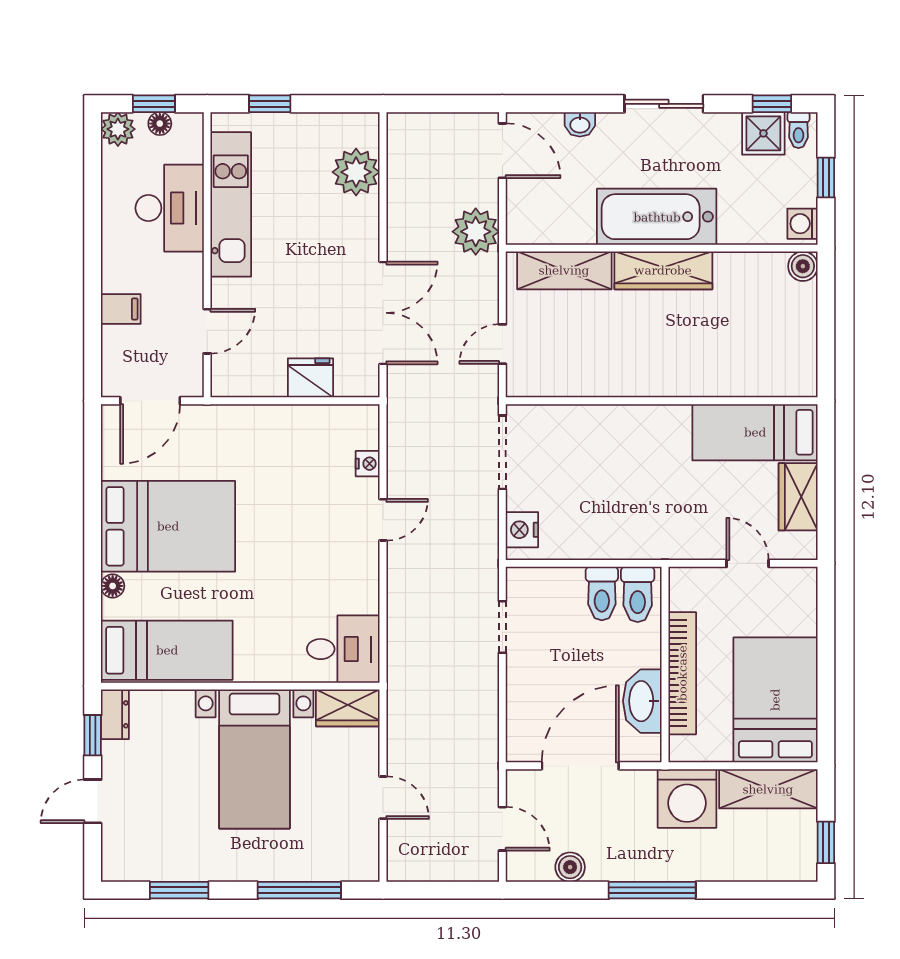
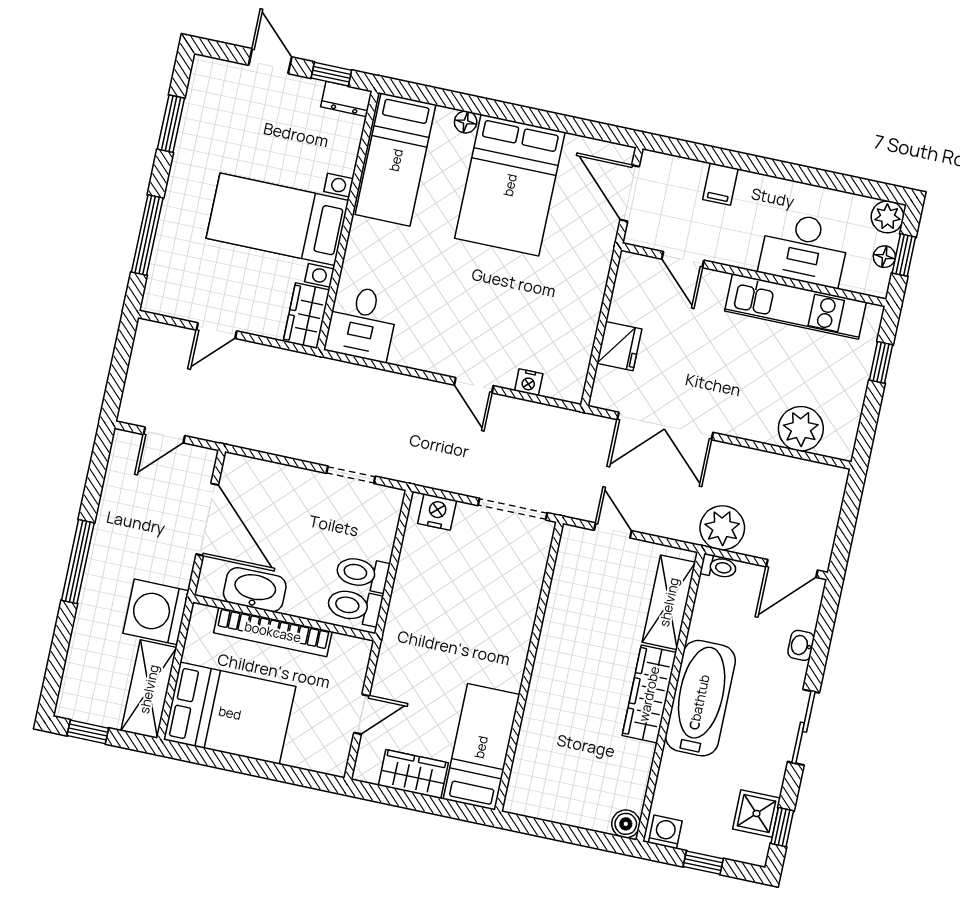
toilet: (798, 130) -> (719, 567), moved, turned 180
boiler: (570, 867) -> (115, 490), removed

